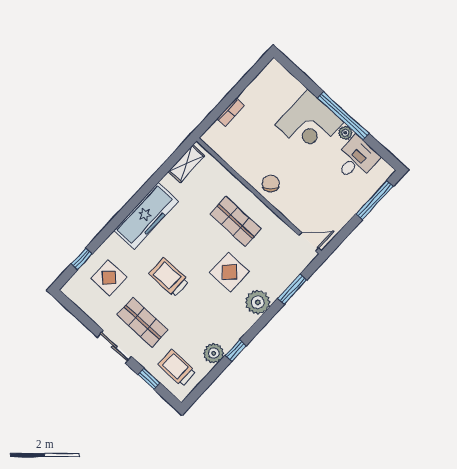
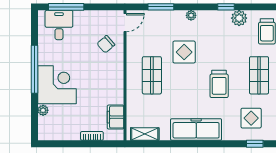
plant: (345, 133) -> (43, 110), moved
filing cabinet: (228, 151) -> (116, 117), added
desk: (356, 159) -> (59, 25), moved, turned 90
chair: (271, 183) -> (106, 44), moved
door: (309, 242) -> (125, 23), swing flipped
plant: (258, 302) -> (191, 15), width x0.53, depth x0.53

